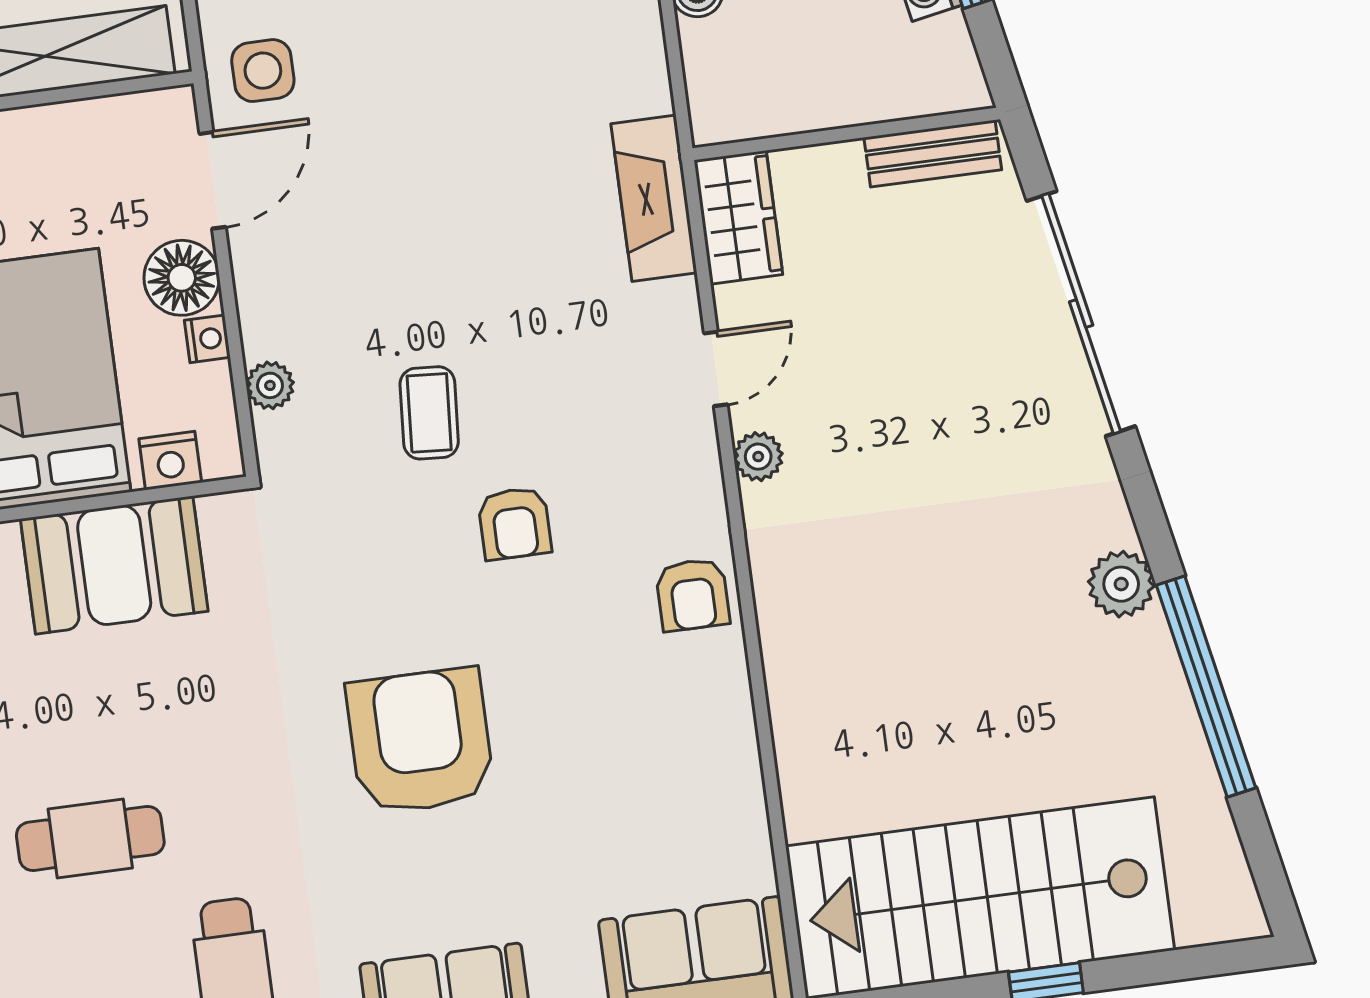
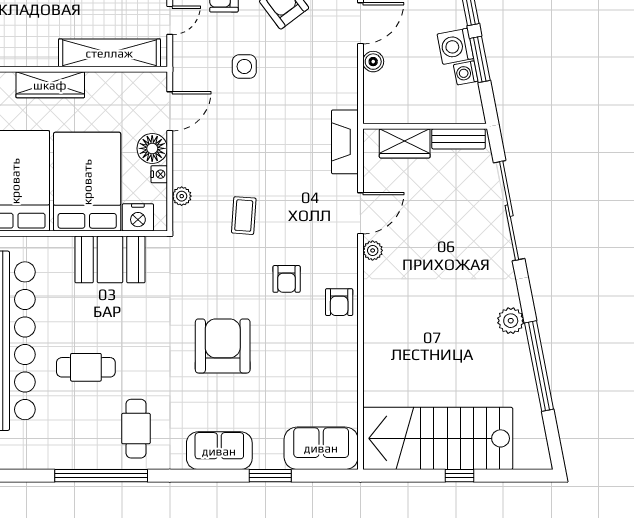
side table: (263, 71) -> (244, 66), moved
wardrobe: (738, 217) -> (405, 143), moved, turned 90
door: (716, 369) -> (360, 213), width x1.38
nightstand: (170, 461) -> (138, 217), width x1.36, depth x1.33
armchair: (515, 523) -> (287, 279), moved

